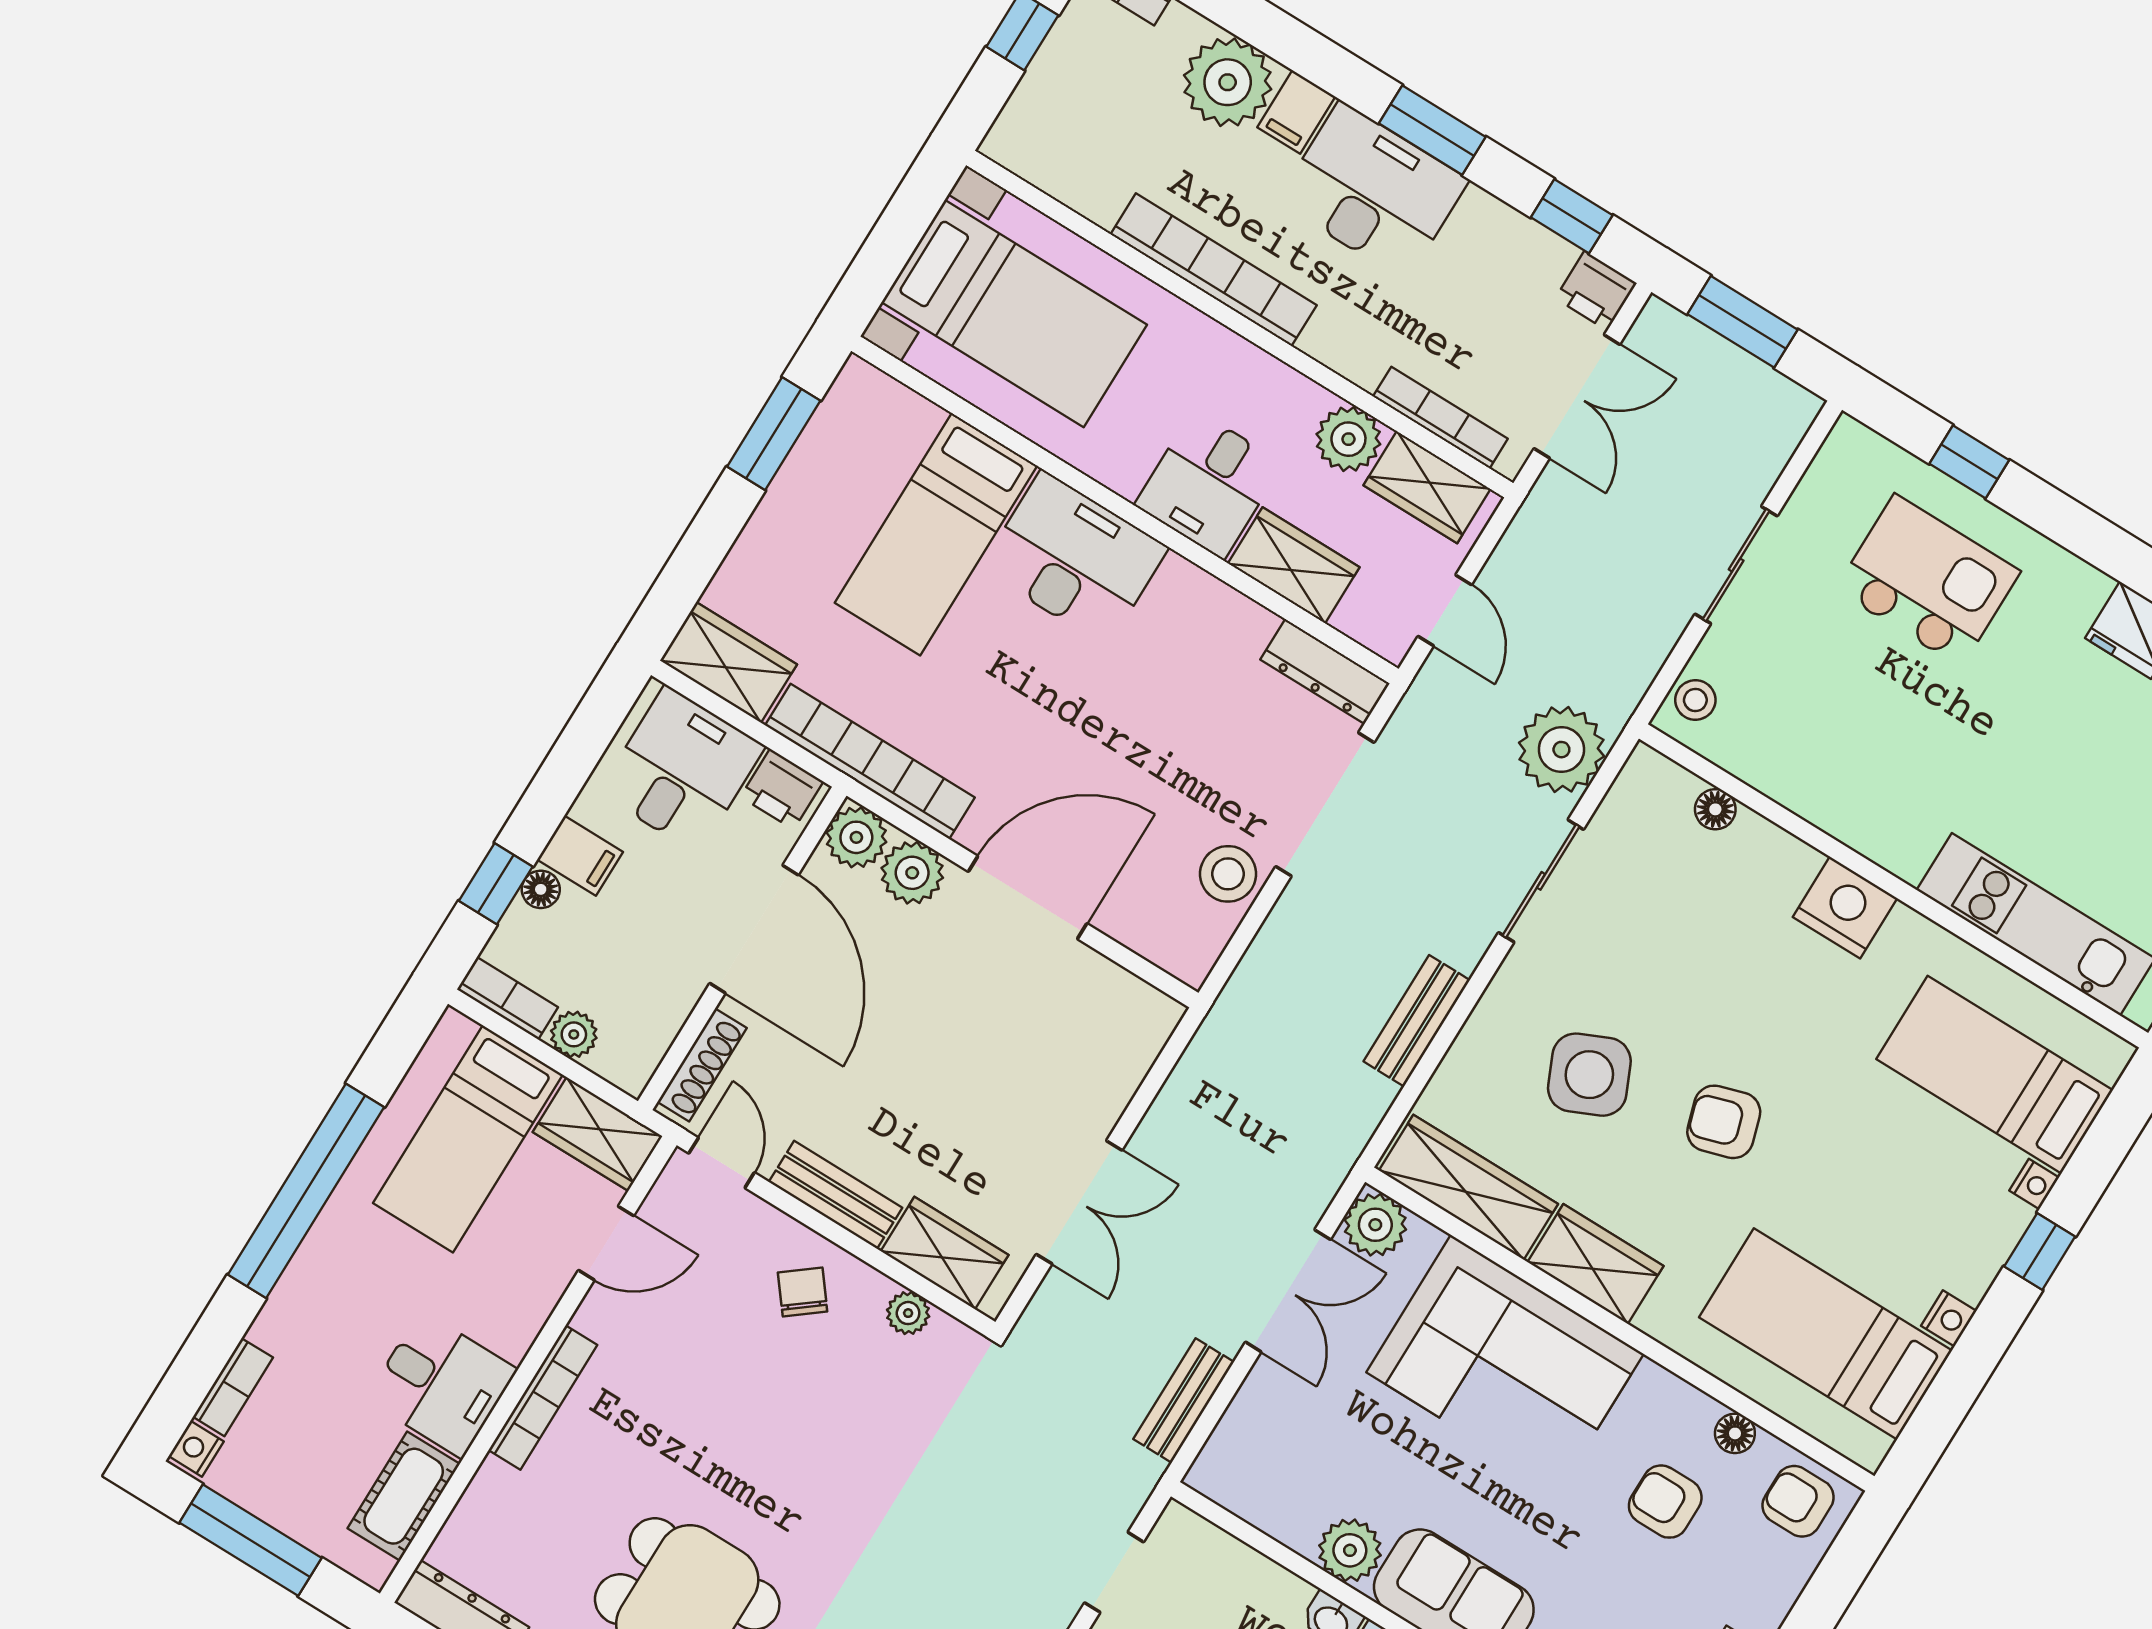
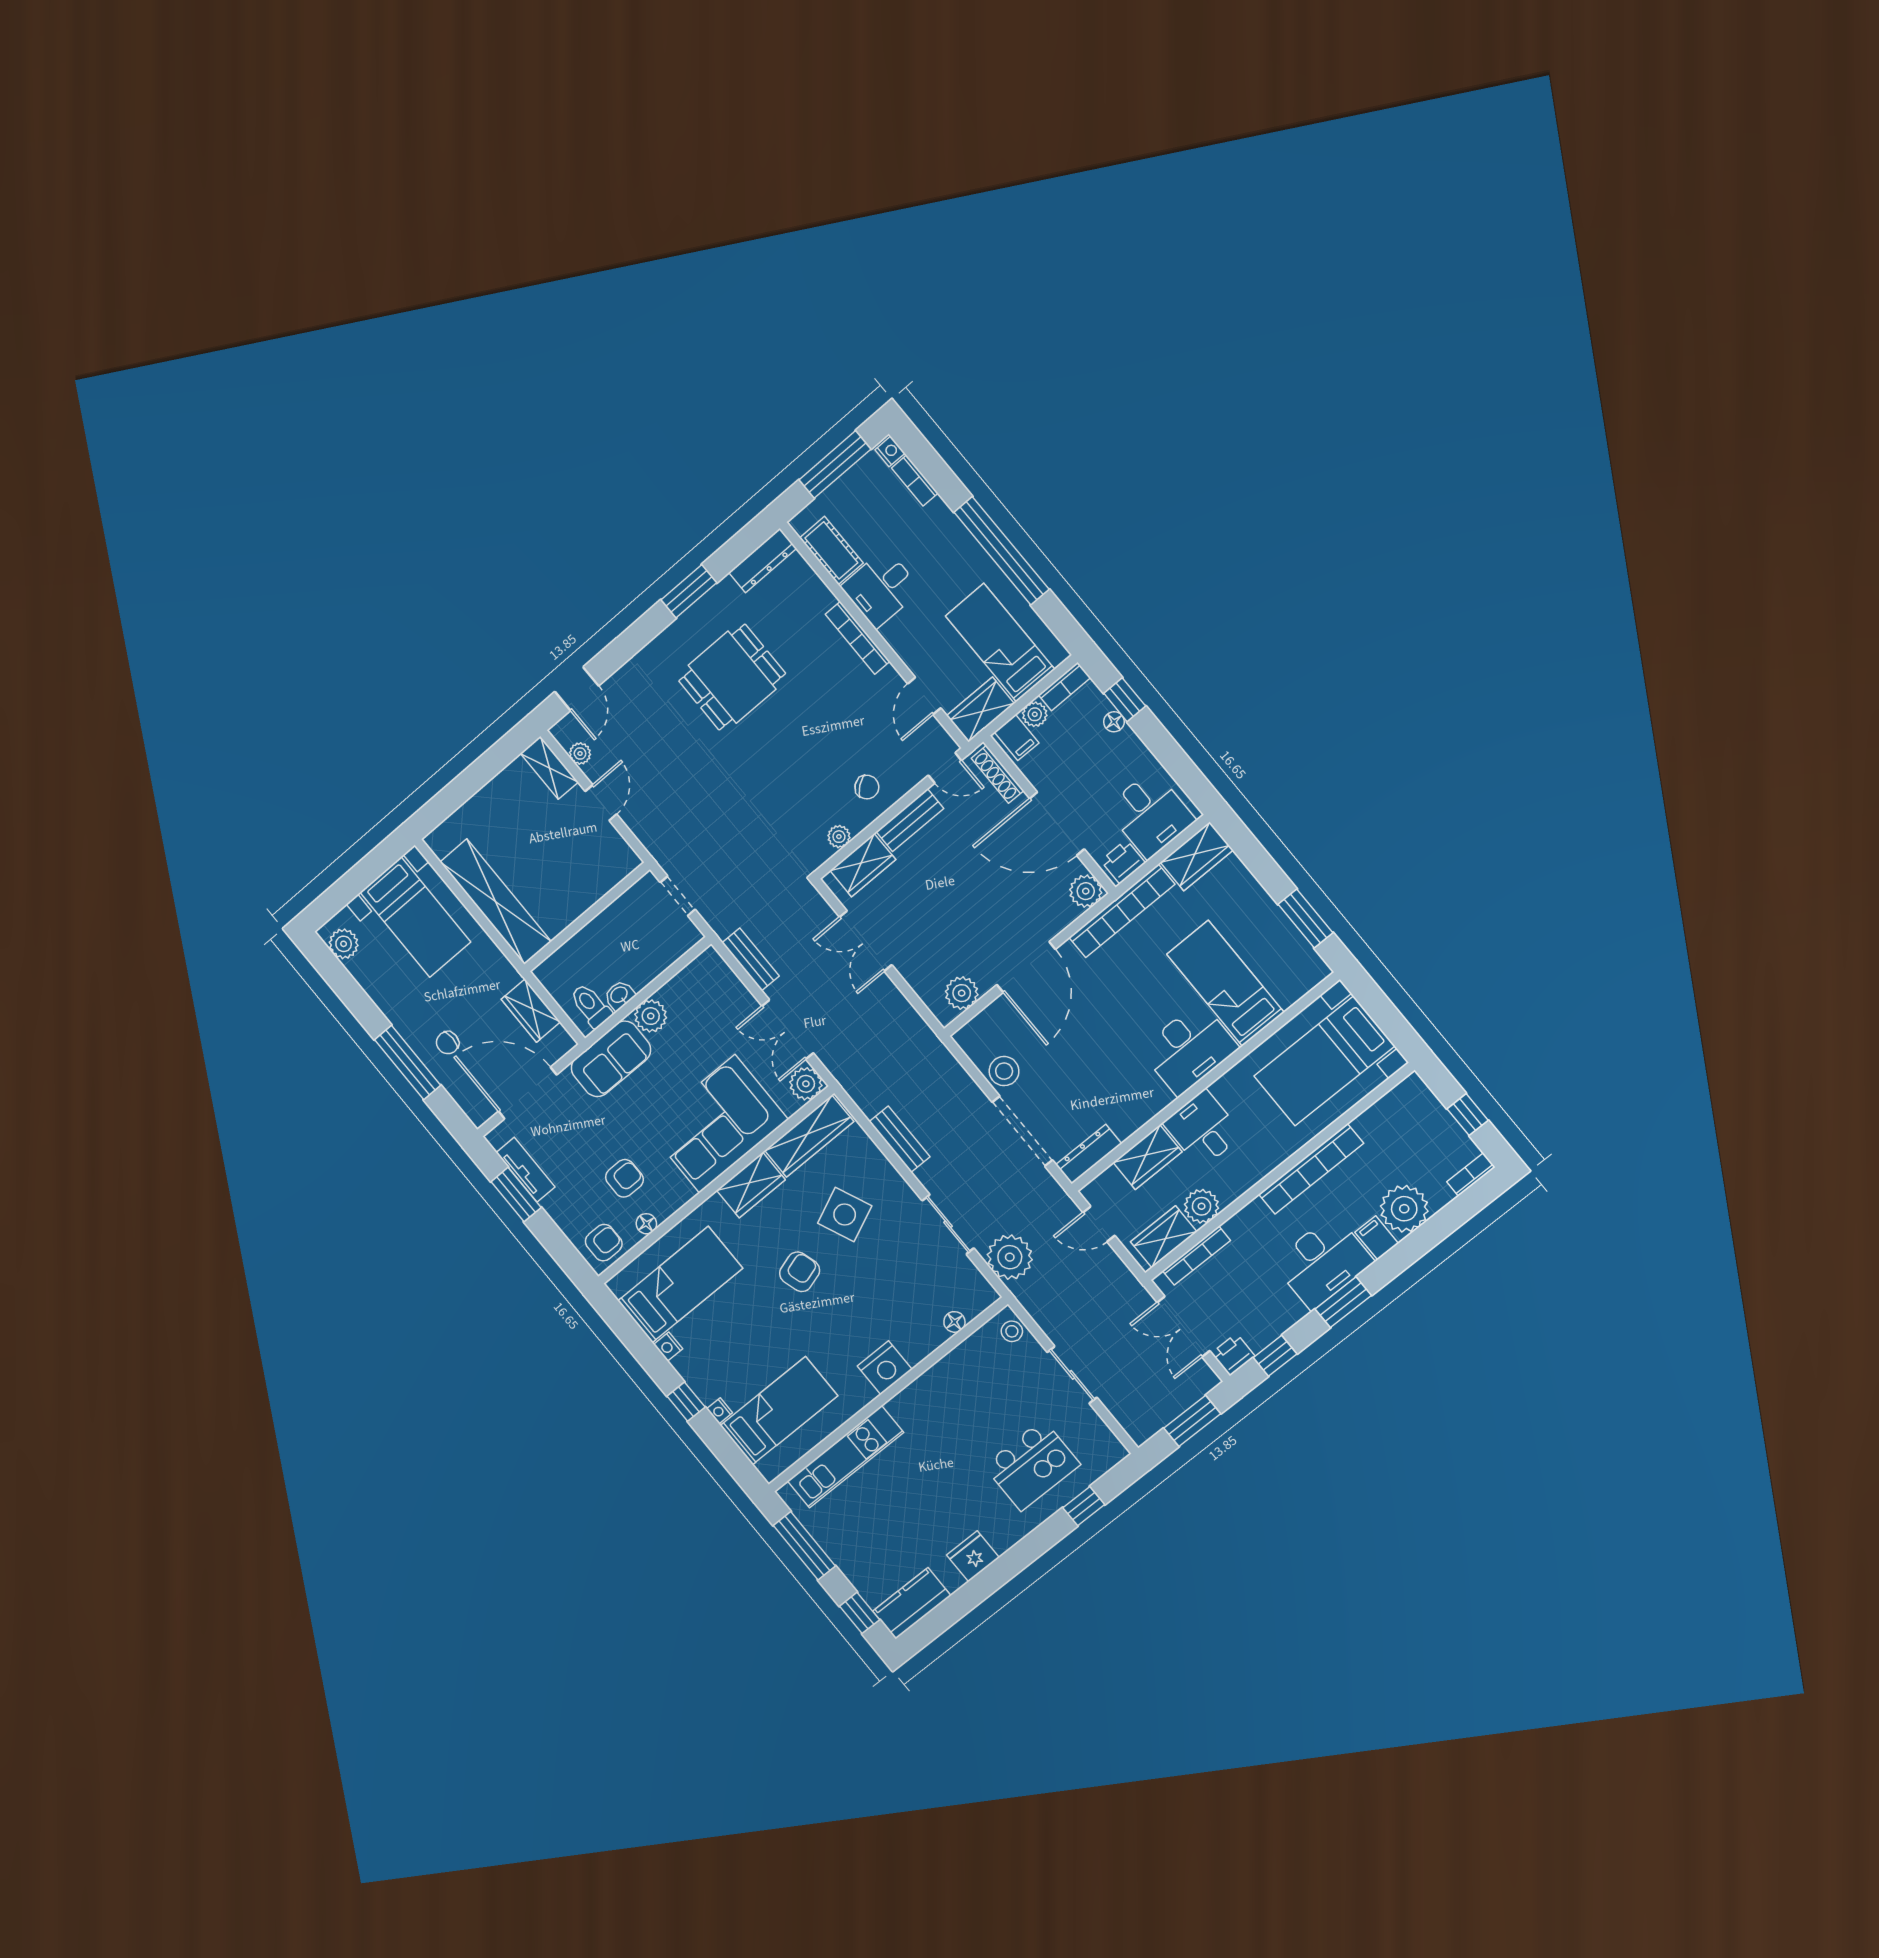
filing cabinet: (580, 856) -> (1017, 738), moved, turned -90
plant: (912, 873) -> (962, 993), moved

